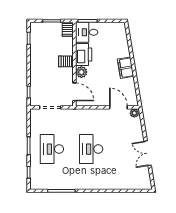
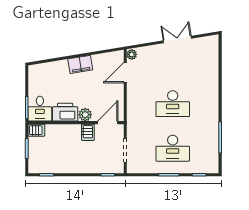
server rack: (66, 61) -> (88, 132), moved
double door: (148, 153) -> (177, 39), swing flipped

